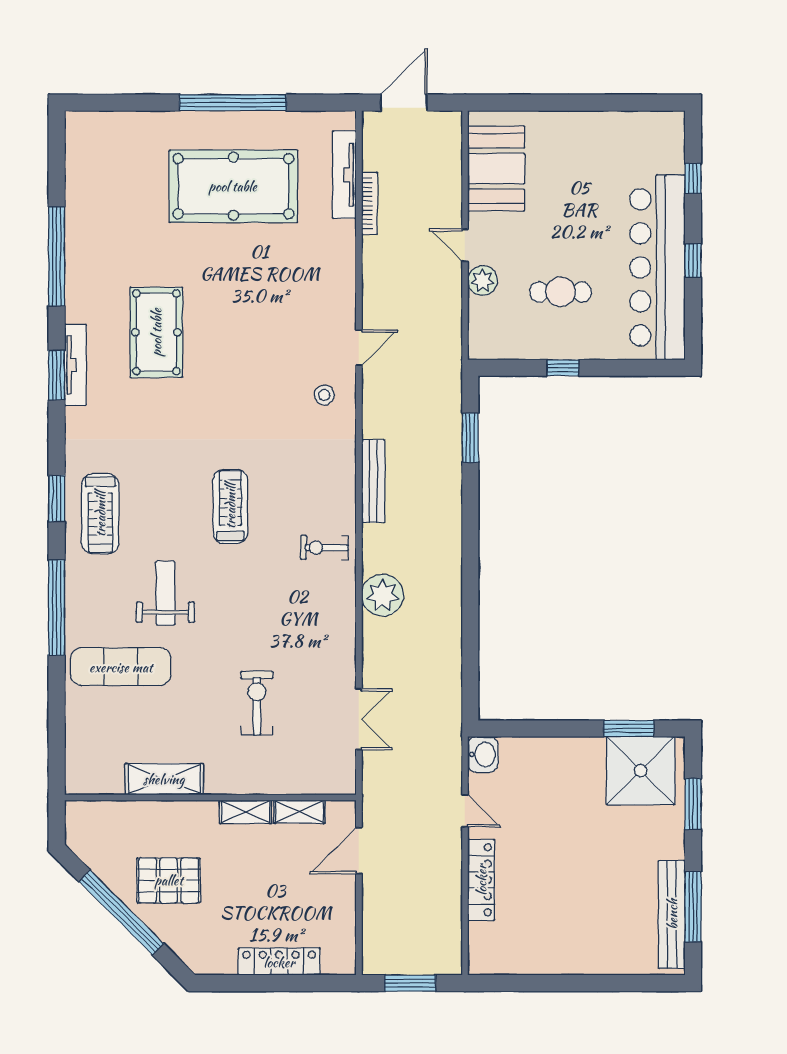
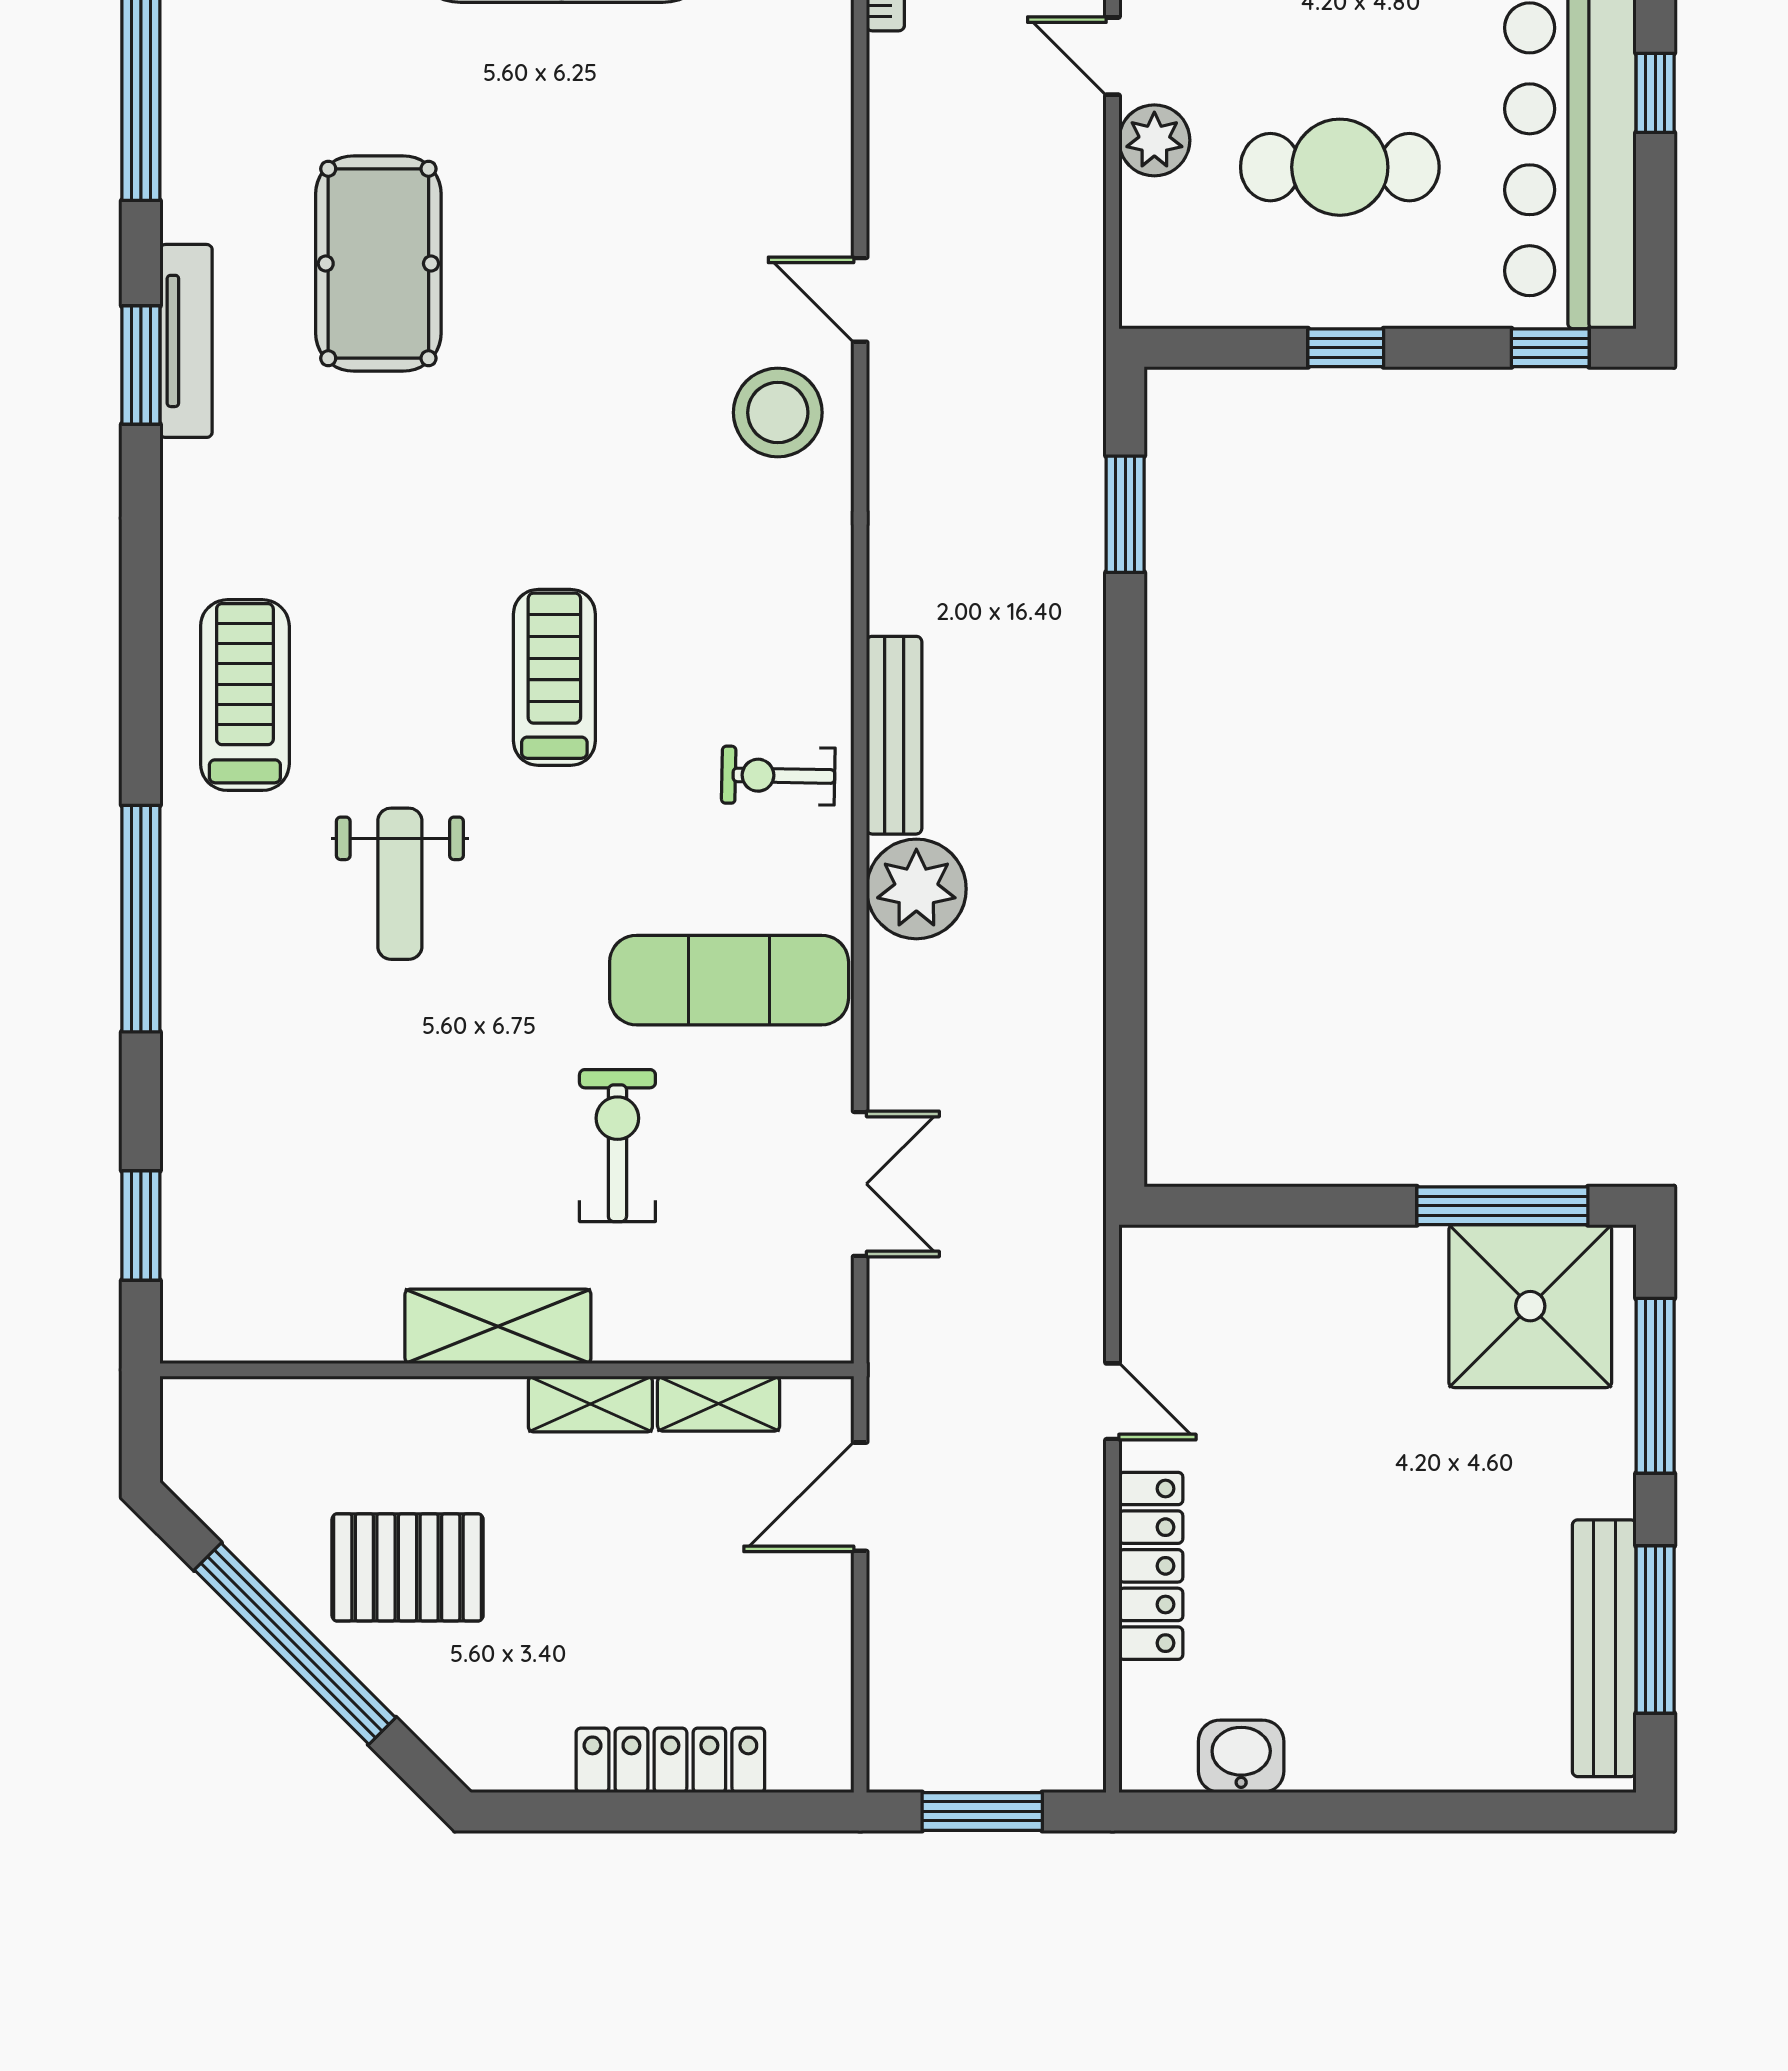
cafe table: (561, 292) -> (1340, 167), width x1.37, depth x1.35
door: (359, 348) -> (860, 300), swing flipped
window: (649, 368) -> (1550, 348), added
stool: (324, 395) -> (778, 413), width x1.89, depth x1.89
bench: (373, 481) -> (894, 735), moved
window: (57, 499) -> (141, 1225), moved
treadmill: (100, 514) -> (245, 695), turned 180
weight bench: (165, 593) -> (400, 884), turned 180
exercise mat: (121, 667) -> (729, 980), moved
window: (629, 728) -> (1502, 1206), width x1.44
washbasin: (483, 754) -> (1241, 1756), moved, turned -90
shelving: (164, 779) -> (498, 1326), moved
window: (693, 804) -> (1655, 1386), width x1.44

